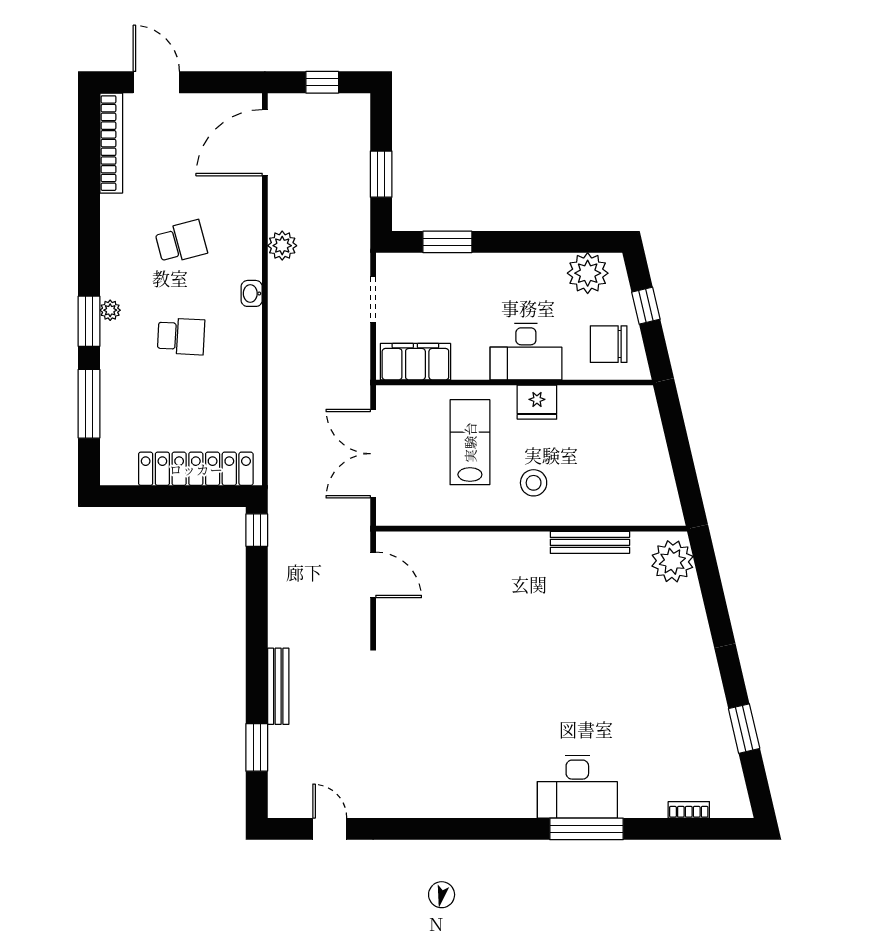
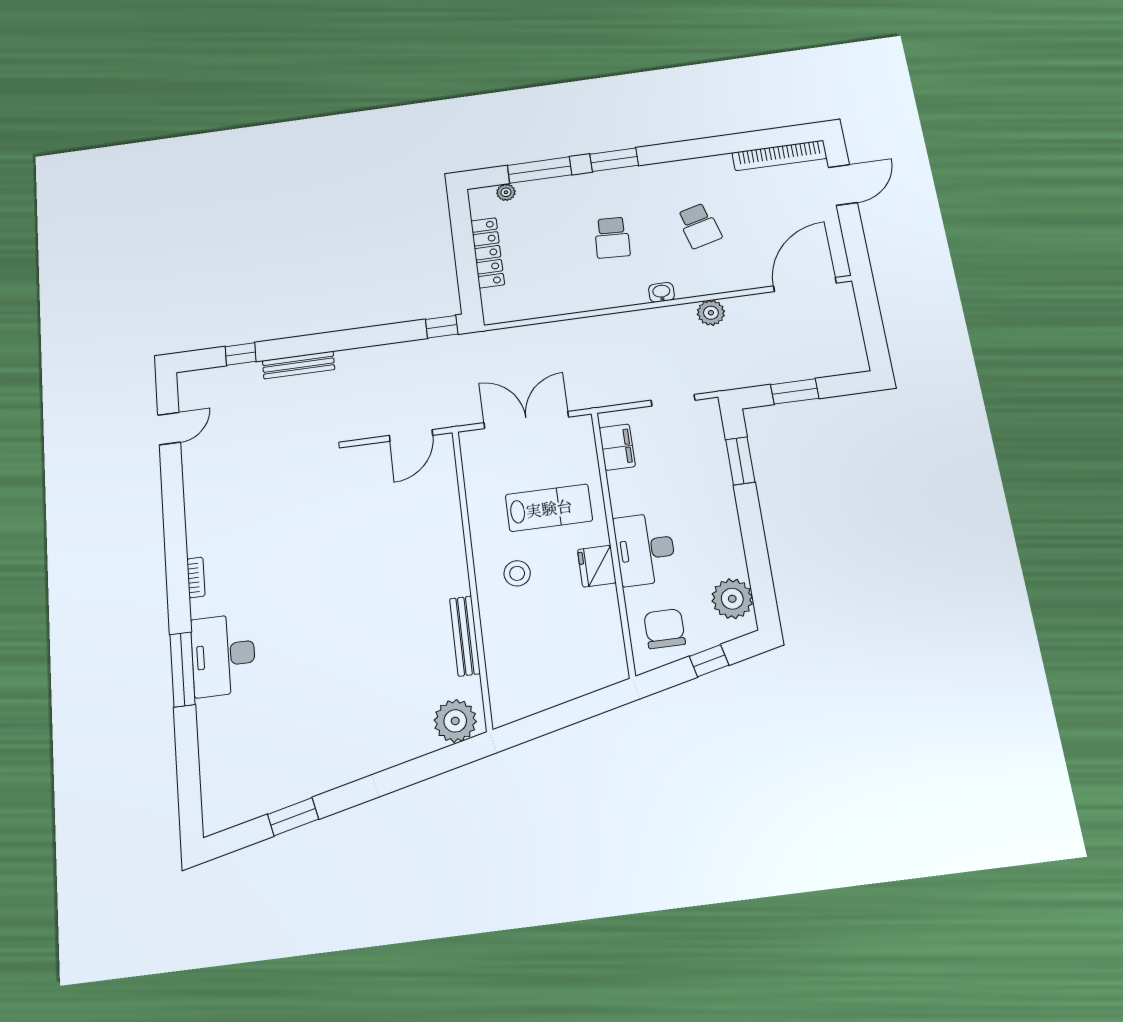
window: (322, 82) -> (872, 327), removed
door: (265, 143) -> (805, 285), hinge flipped
plant: (110, 310) -> (506, 192), moved
filing cabinet: (415, 362) -> (617, 447), width x0.67, depth x0.86
locker: (196, 469) -> (488, 253), width x0.71, depth x0.83
window: (257, 747) -> (241, 354), width x0.67
bookcase: (689, 810) -> (196, 577), moved

